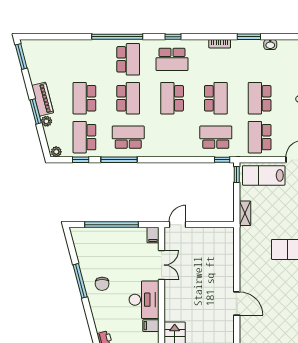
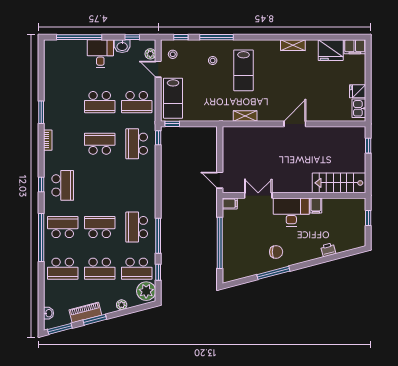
washbasin: (270, 45) -> (49, 313), moved
school desk: (172, 98) -> (63, 269), moved
piano: (43, 99) -> (85, 313), moved
window: (36, 111) -> (95, 320), moved
plant: (56, 152) -> (146, 291), width x1.87, depth x1.87
shelving: (245, 213) -> (245, 116), moved

